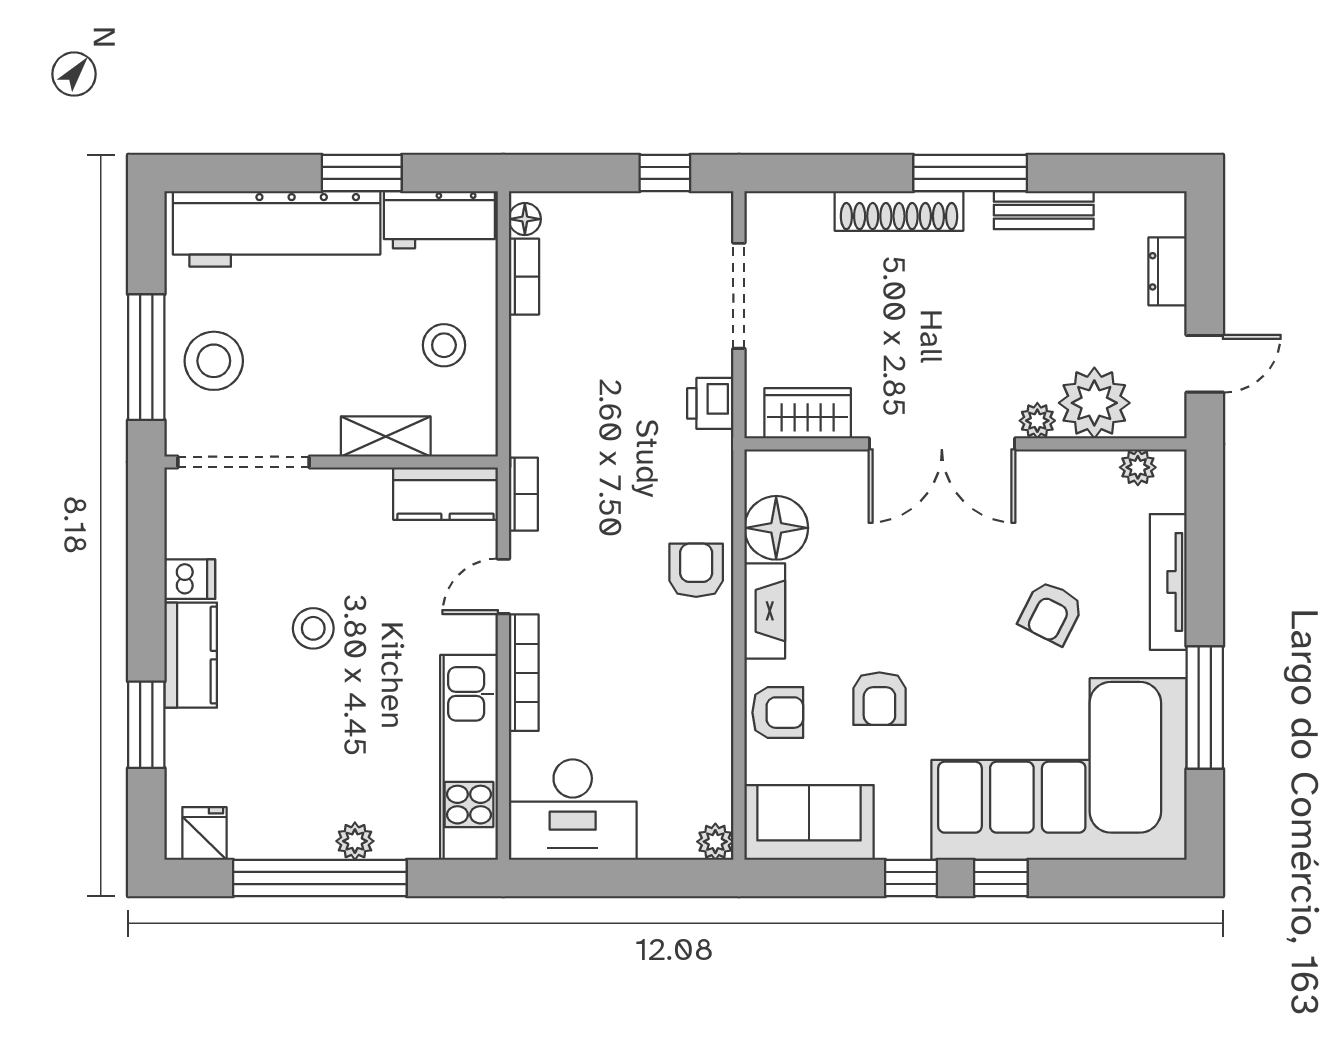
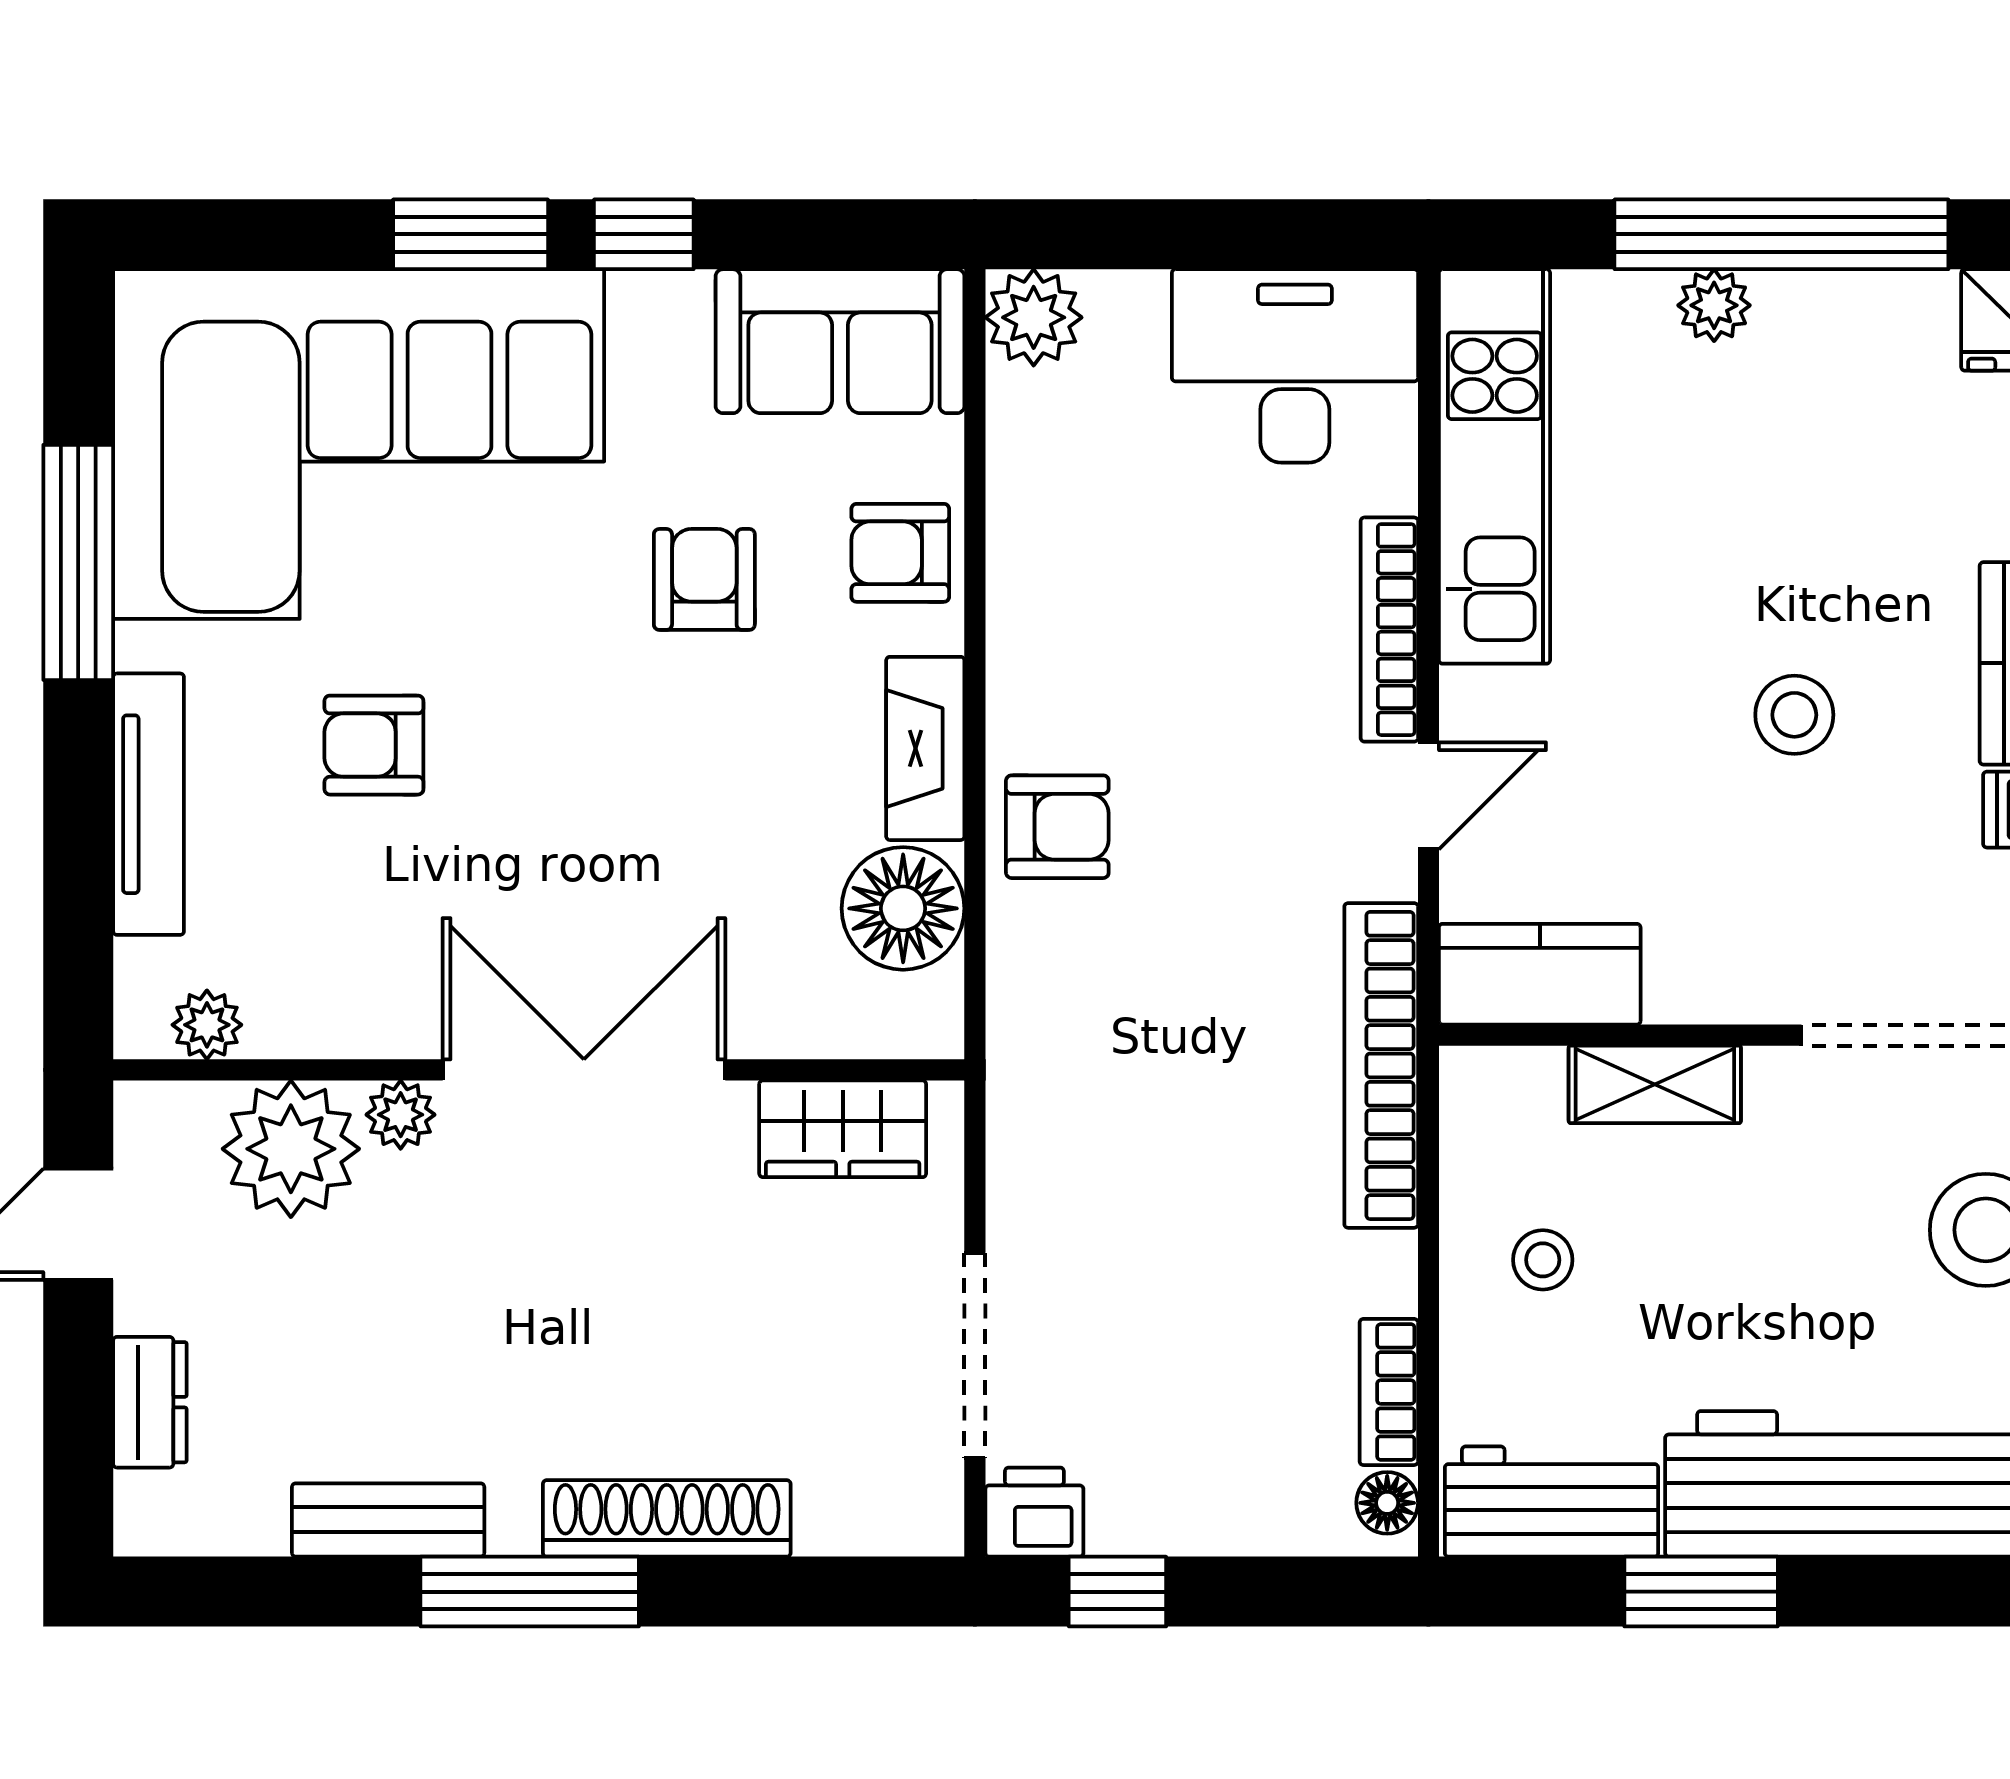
stool: (444, 345) -> (1543, 1260), width x0.73, depth x0.73
printer: (710, 403) -> (1034, 1512), moved, turned -90
bookcase: (523, 494) -> (1381, 1065), width x2.31, depth x1.31
armchair: (696, 570) -> (1057, 827), turned -90
armchair: (1051, 613) -> (374, 745), turned -117
plant: (715, 842) -> (1034, 317), width x1.38, depth x1.38
window: (1001, 878) -> (471, 234), width x1.50

